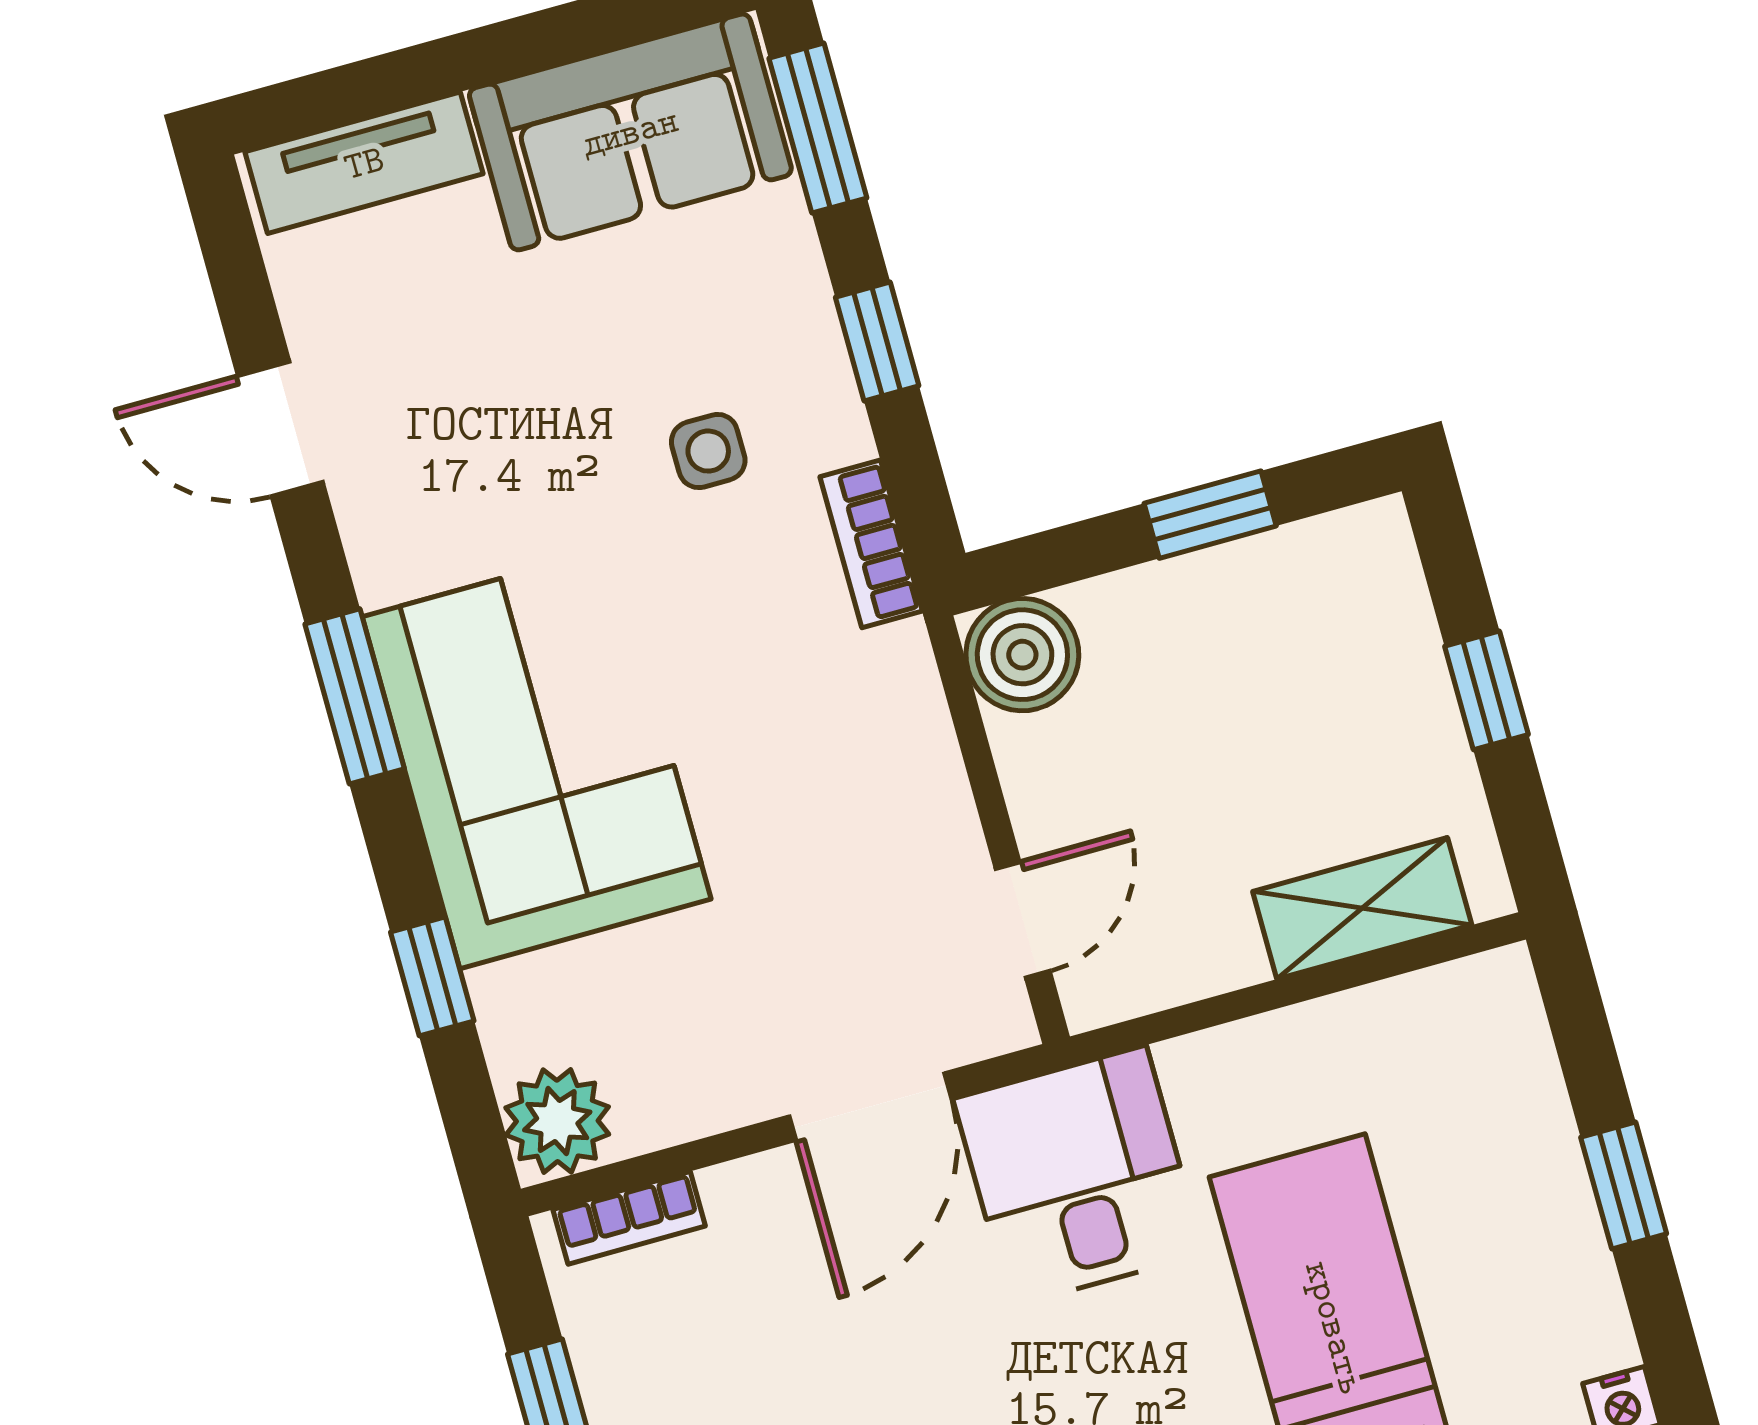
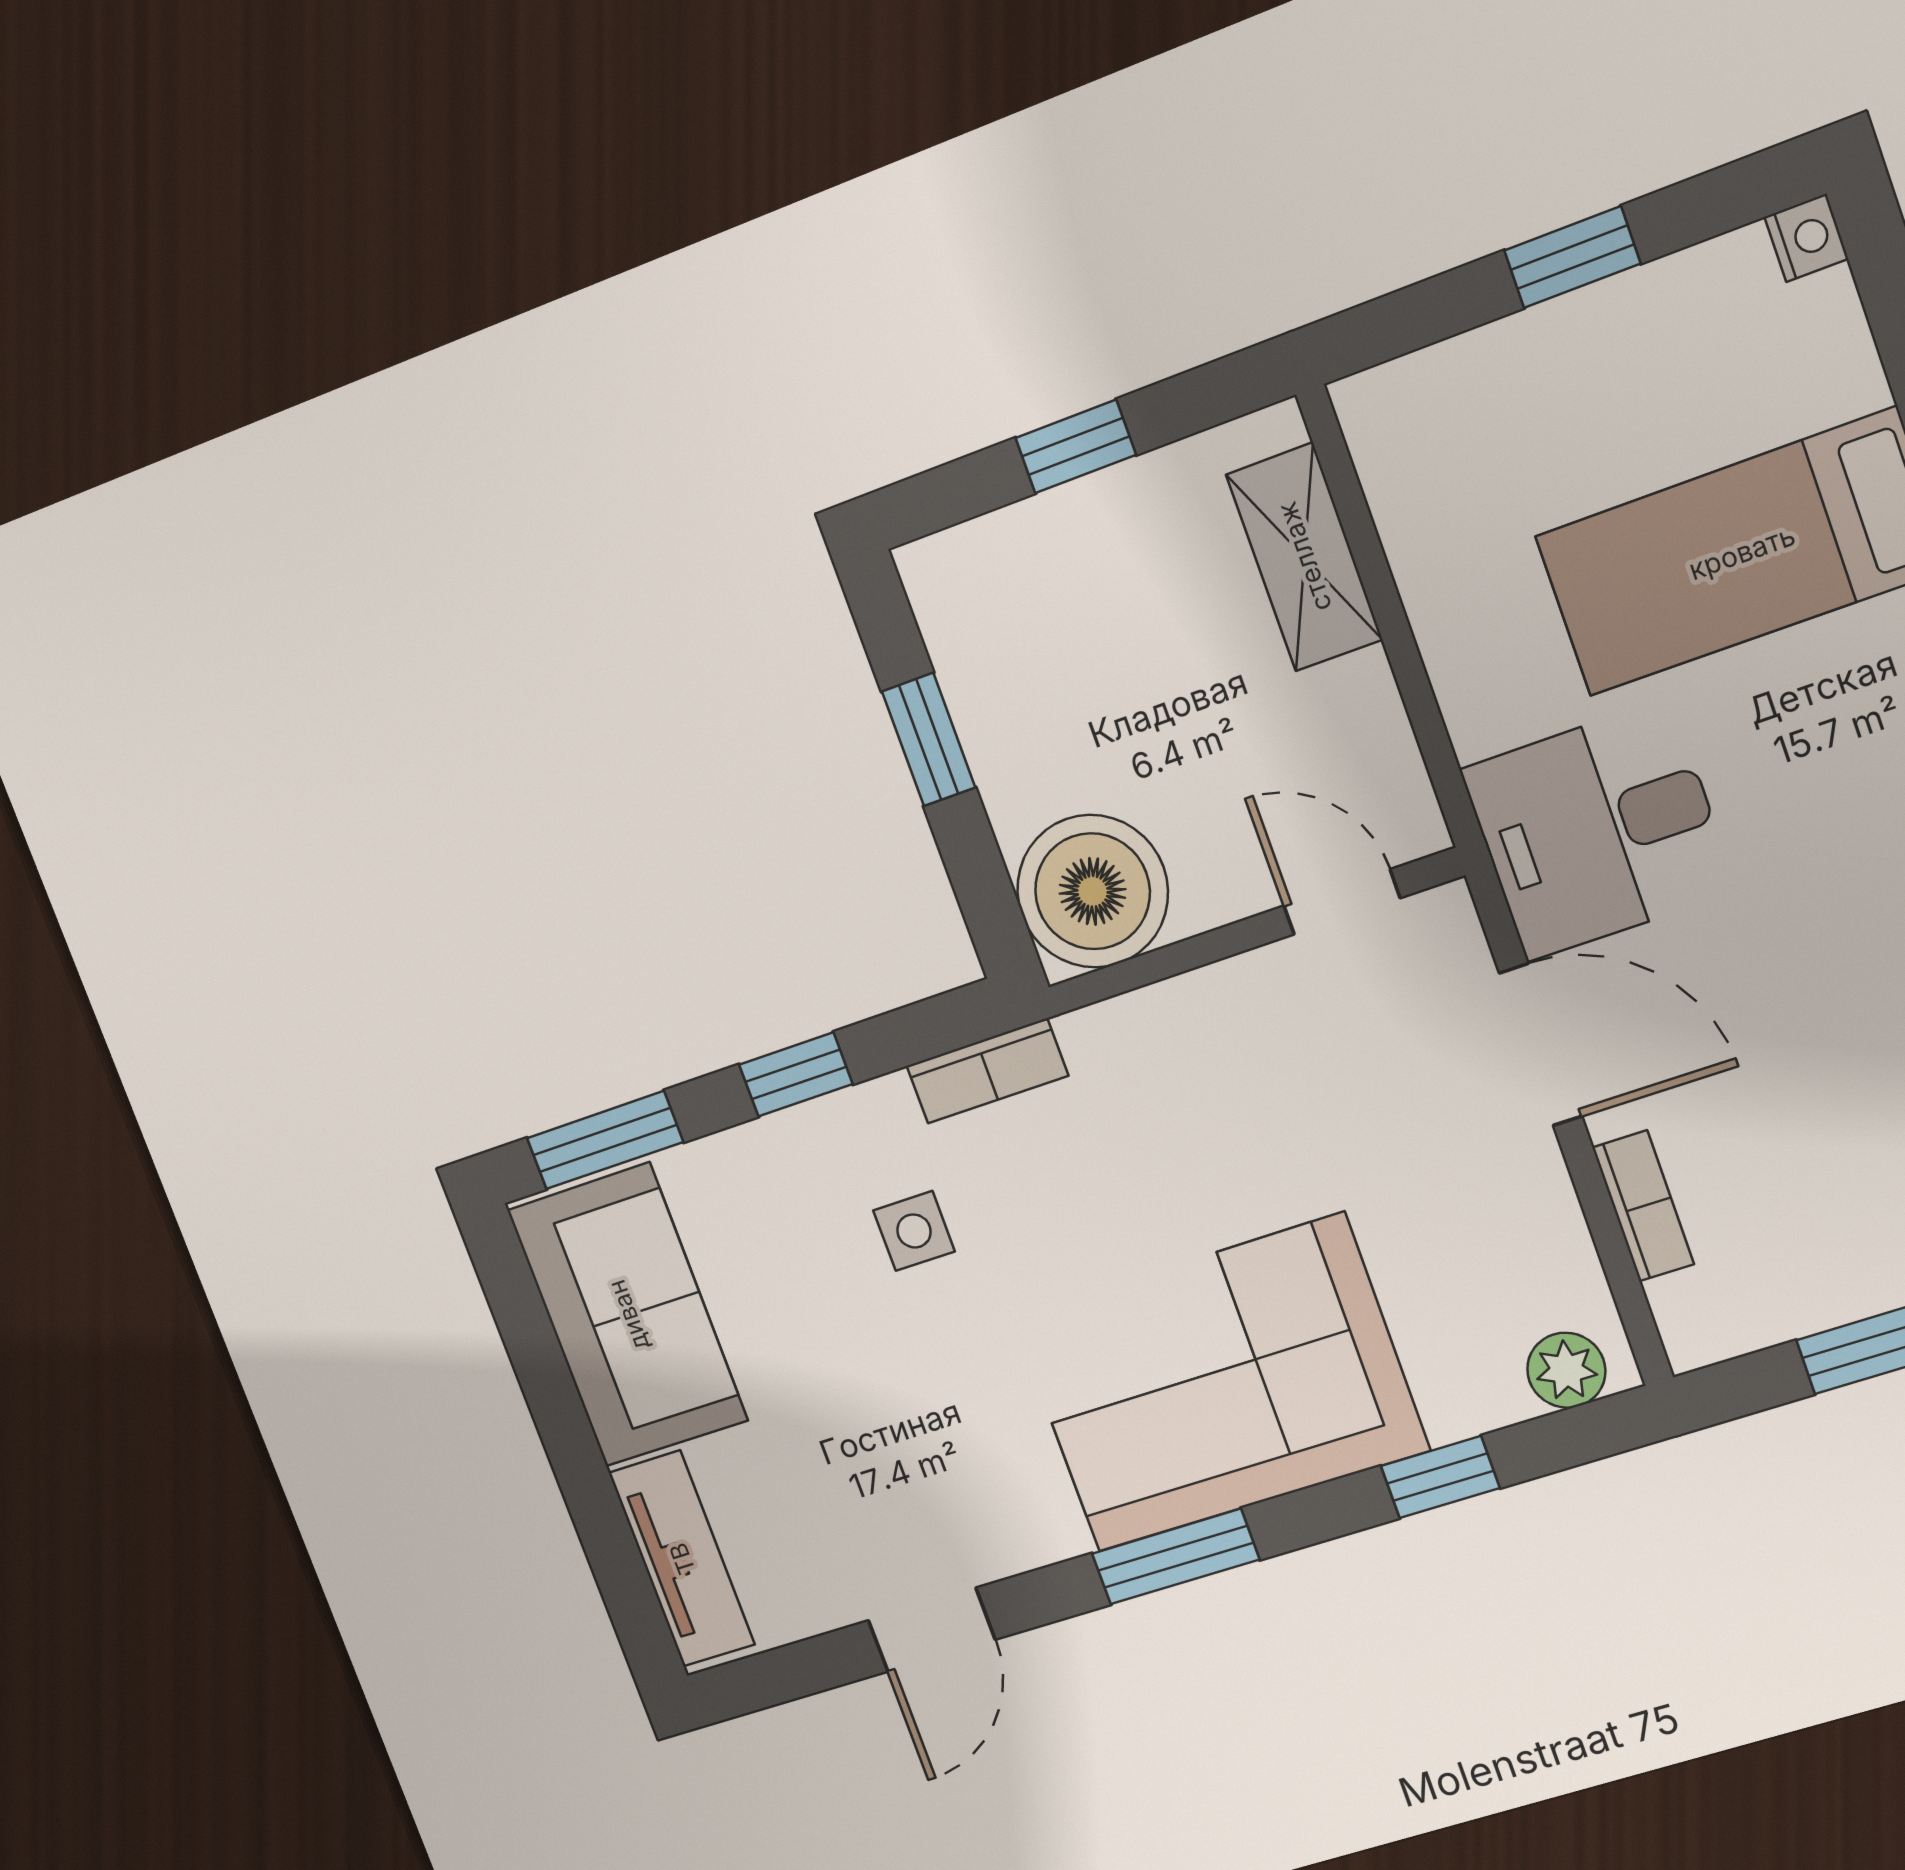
boiler: (1022, 655) -> (1093, 891), width x1.37, depth x1.37
plant: (557, 1121) -> (1566, 1370), width x0.73, depth x0.73
bookcase: (629, 1218) -> (1643, 1206), moved

